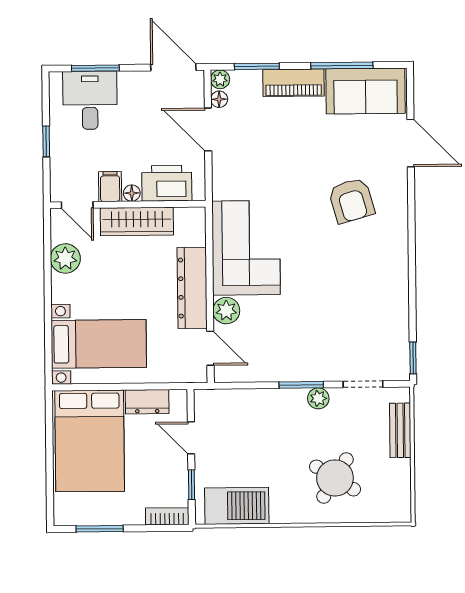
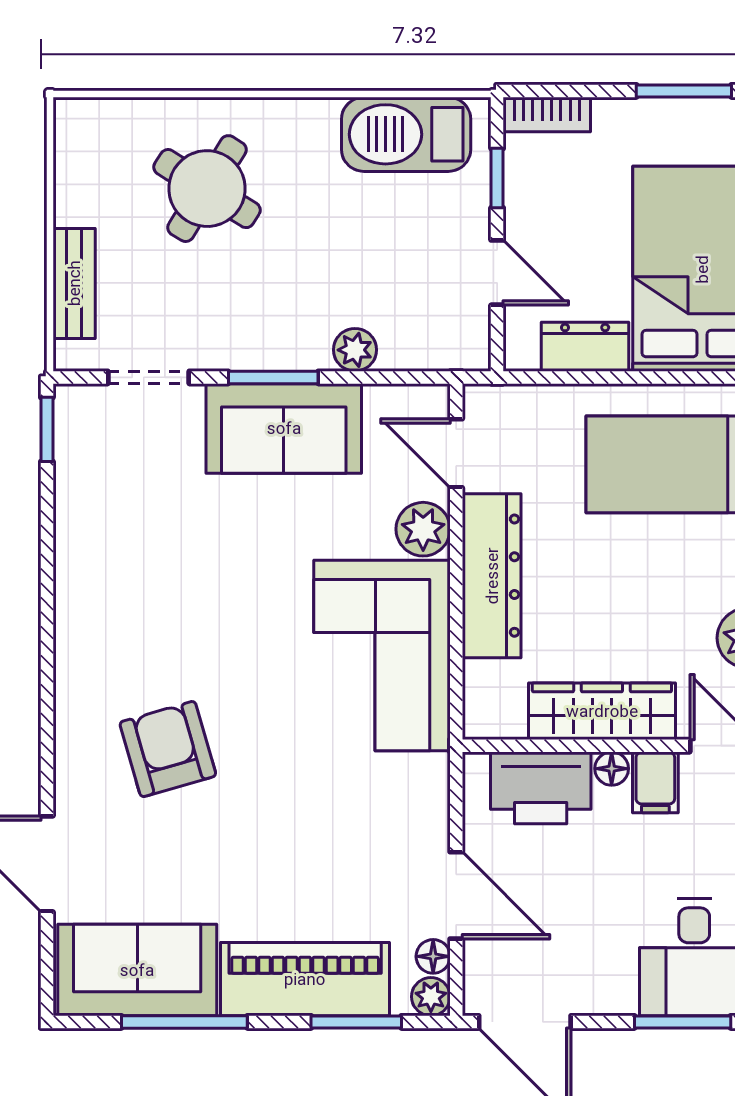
piano: (294, 83) -> (305, 979), width x1.37, depth x1.33
sofa: (296, 360) -> (284, 428), added
plant: (318, 398) -> (355, 350), moved

